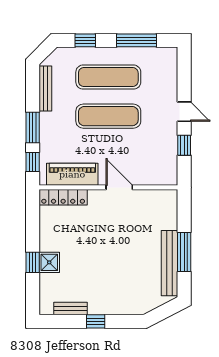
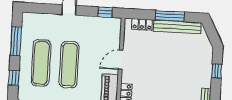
window: (184, 145) -> (105, 12), moved
locker: (170, 214) -> (142, 24), added
window: (96, 321) -> (217, 71), moved

